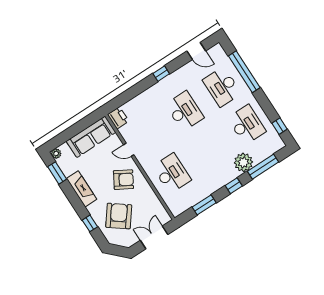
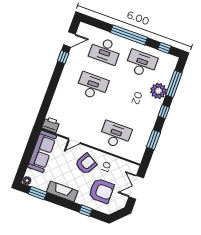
window: (244, 72) -> (129, 35), moved
window: (161, 74) -> (63, 57), moved
armchair: (119, 216) -> (101, 191), turned 143

